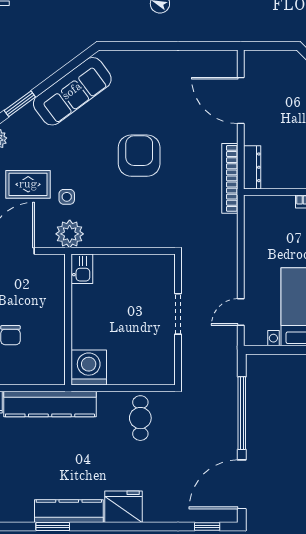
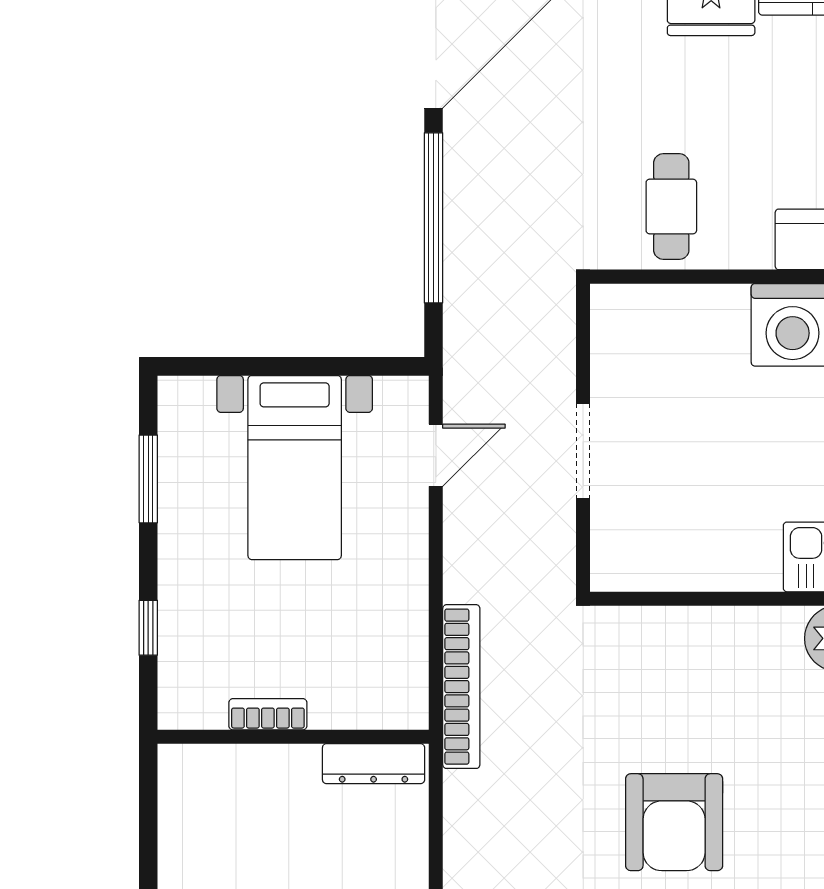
dresser: (252, 167) -> (374, 764), moved, turned -90
bookcase: (230, 178) -> (461, 687), moved

